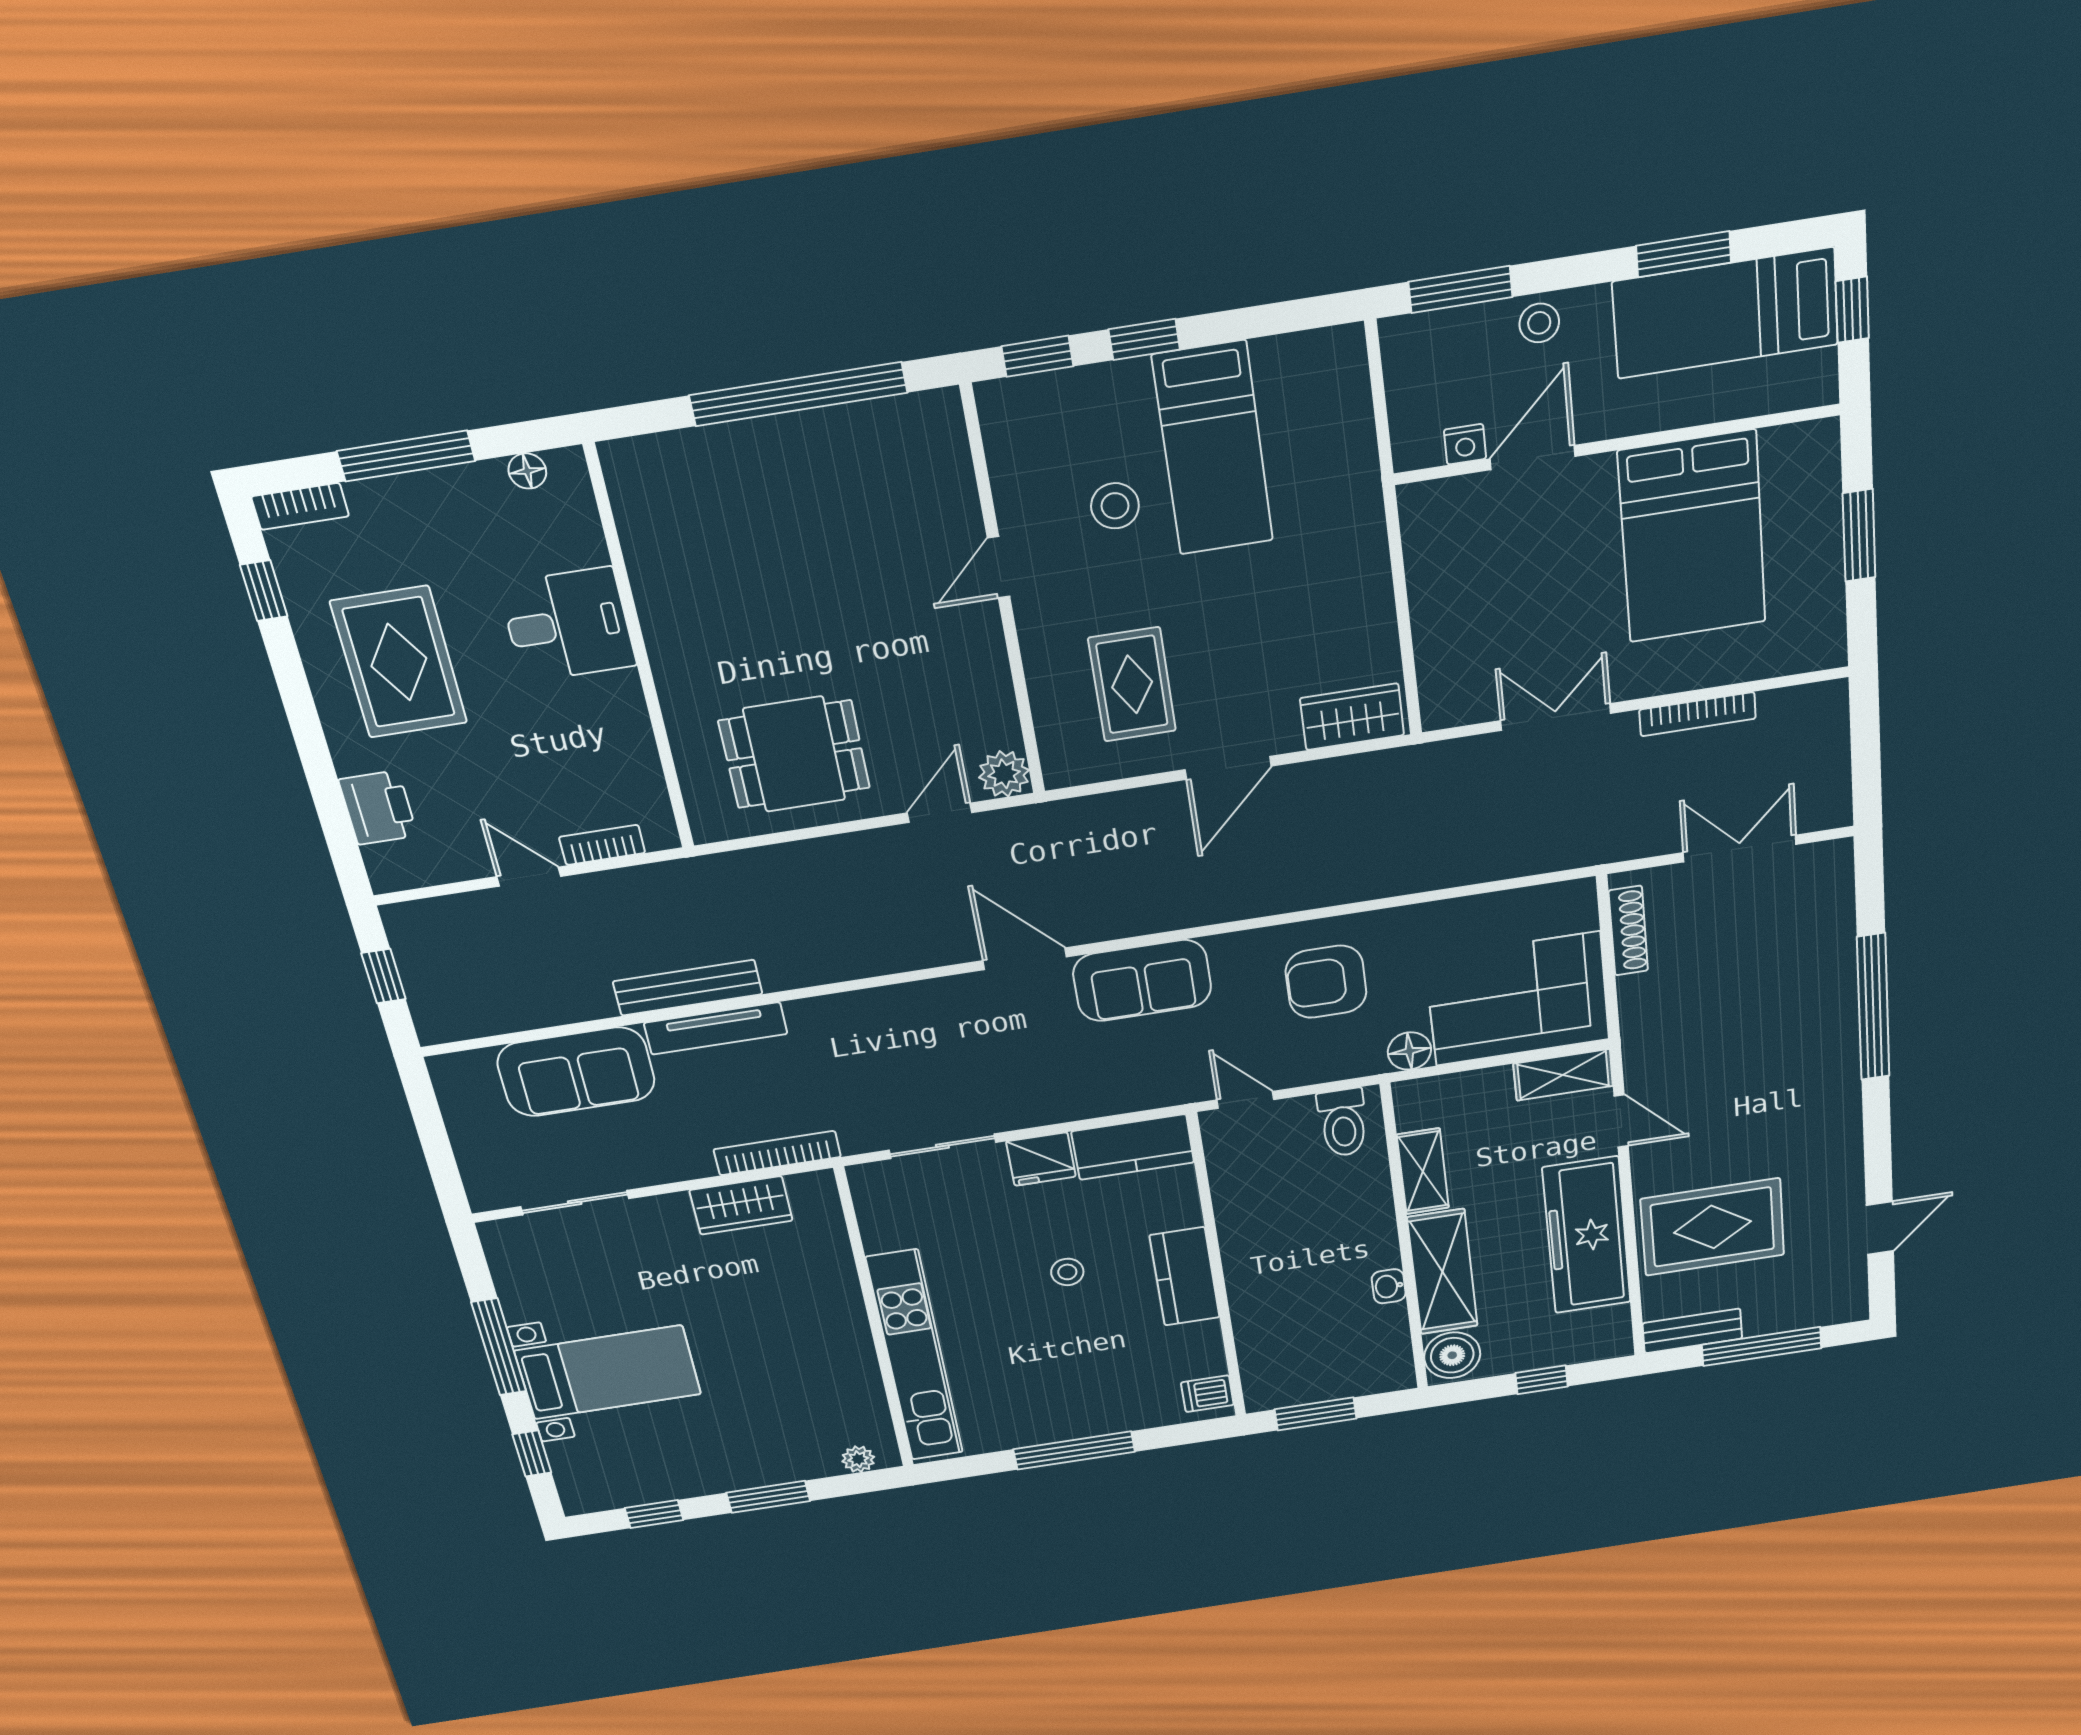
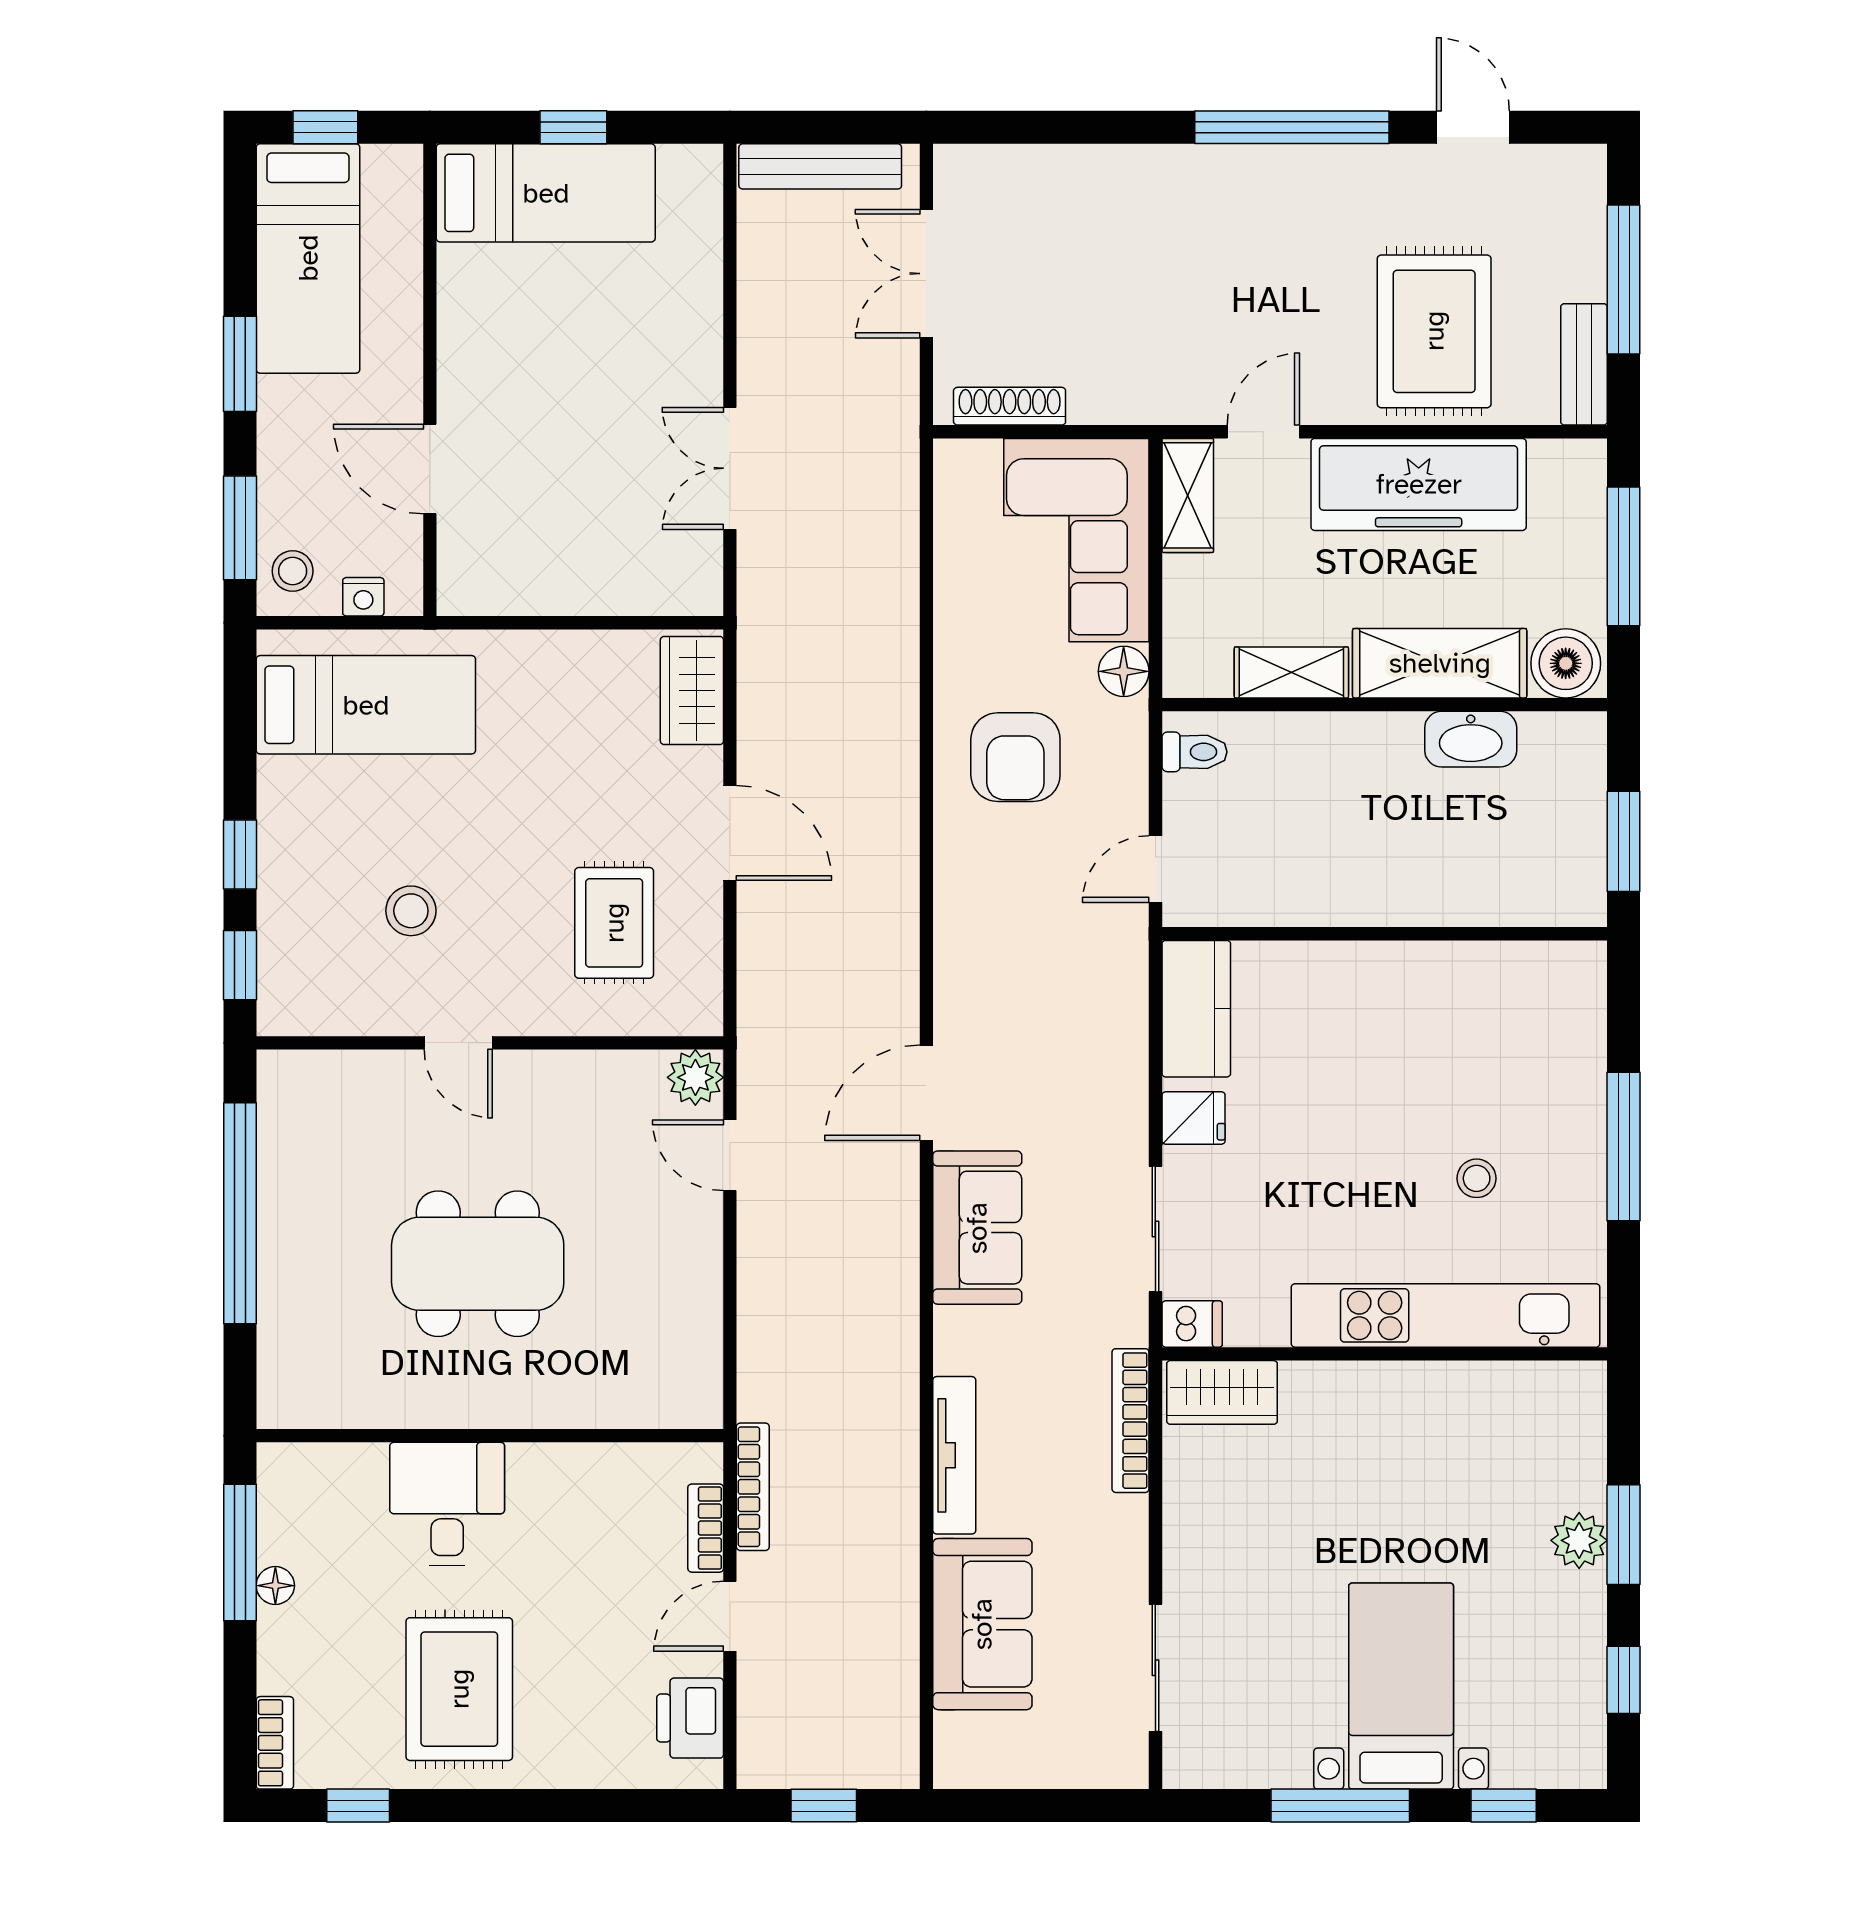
window: (1684, 254) -> (240, 364), moved
stool: (1539, 323) -> (293, 571), moved
nightstand: (1465, 444) -> (363, 597), moved, turned 90
bed: (1213, 449) -> (366, 705), moved
window: (406, 456) -> (240, 1553), moved
floor lamp: (527, 471) -> (275, 1586), moved
window: (1859, 535) -> (573, 127), width x0.67
bed: (1692, 537) -> (546, 193), moved, width x0.67
rug: (399, 662) -> (459, 1689), turned 90
rug: (1132, 684) -> (614, 923), turned 90
bookcase: (1697, 714) -> (753, 1487), moved
dining table: (794, 754) -> (478, 1264), moved, width x1.38
printer: (378, 808) -> (690, 1718), moved, turned -90
sofa: (1142, 981) -> (977, 1228), moved
bench: (688, 988) -> (820, 166), moved, turned 90
window: (1873, 1007) -> (1292, 127), moved
toilet: (1343, 1123) -> (1194, 752), width x0.73, depth x0.72
fridge: (1041, 1159) -> (1193, 1118), width x0.72
wardrobe: (741, 1205) -> (1222, 1392), moved, turned 90
stool: (1067, 1272) -> (1477, 1178), moved
kitchen counter: (1185, 1276) -> (1389, 974), removed
washbasin: (1389, 1286) -> (1471, 739), width x1.91, depth x1.45
window: (1542, 1380) -> (1624, 556), width x2.17
dishwasher: (1207, 1394) -> (1192, 1324), moved, turned -90
plant: (858, 1459) -> (1579, 1540), moved, width x1.38, depth x1.38

